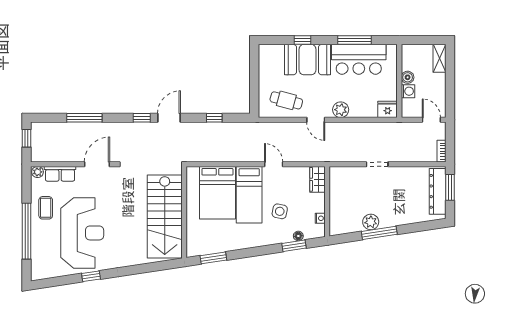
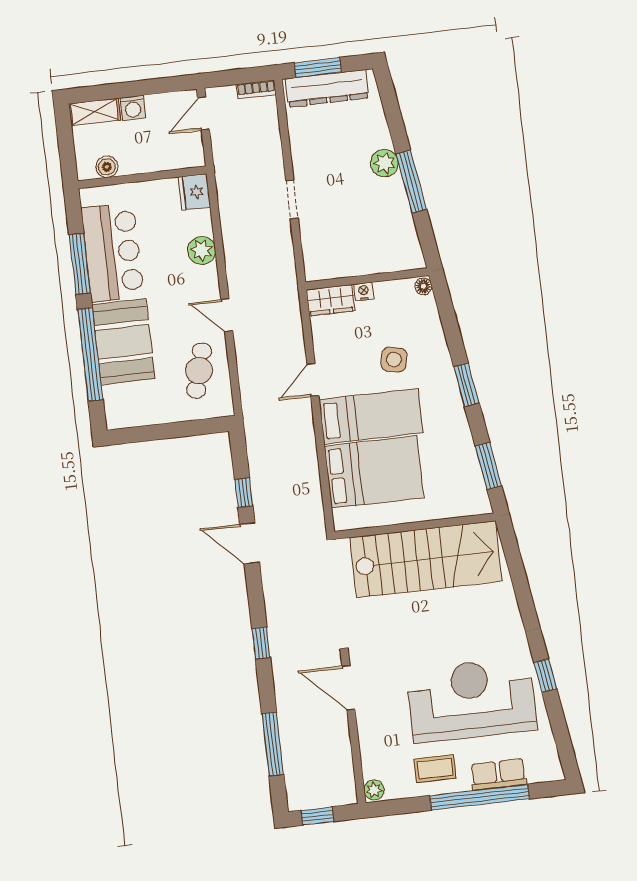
window: (303, 40) -> (90, 354), width x3.17
boiler: (408, 77) -> (107, 167), moved
washing machine: (408, 91) -> (133, 108), moved, turned 180
plant: (341, 110) -> (202, 250), moved
window: (84, 118) -> (273, 744), moved
window: (142, 118) -> (261, 643), moved
door: (169, 118) -> (250, 543), moved
door: (316, 120) -> (227, 315), swing flipped
row of seats: (60, 174) -> (498, 774), moved, turned -90
nightstand: (320, 218) -> (364, 292), moved
plant: (371, 222) -> (384, 163), moved
floor lamp: (298, 236) -> (423, 286), moved
window: (294, 246) -> (466, 385), moved

